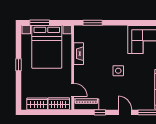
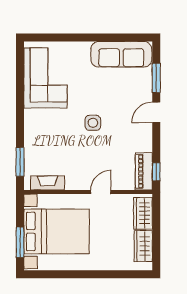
fireplace: (79, 54) -> (48, 183), moved
window: (19, 65) -> (84, 274), removed
door: (73, 90) -> (101, 192), moved
window: (100, 112) -> (156, 172), moved

